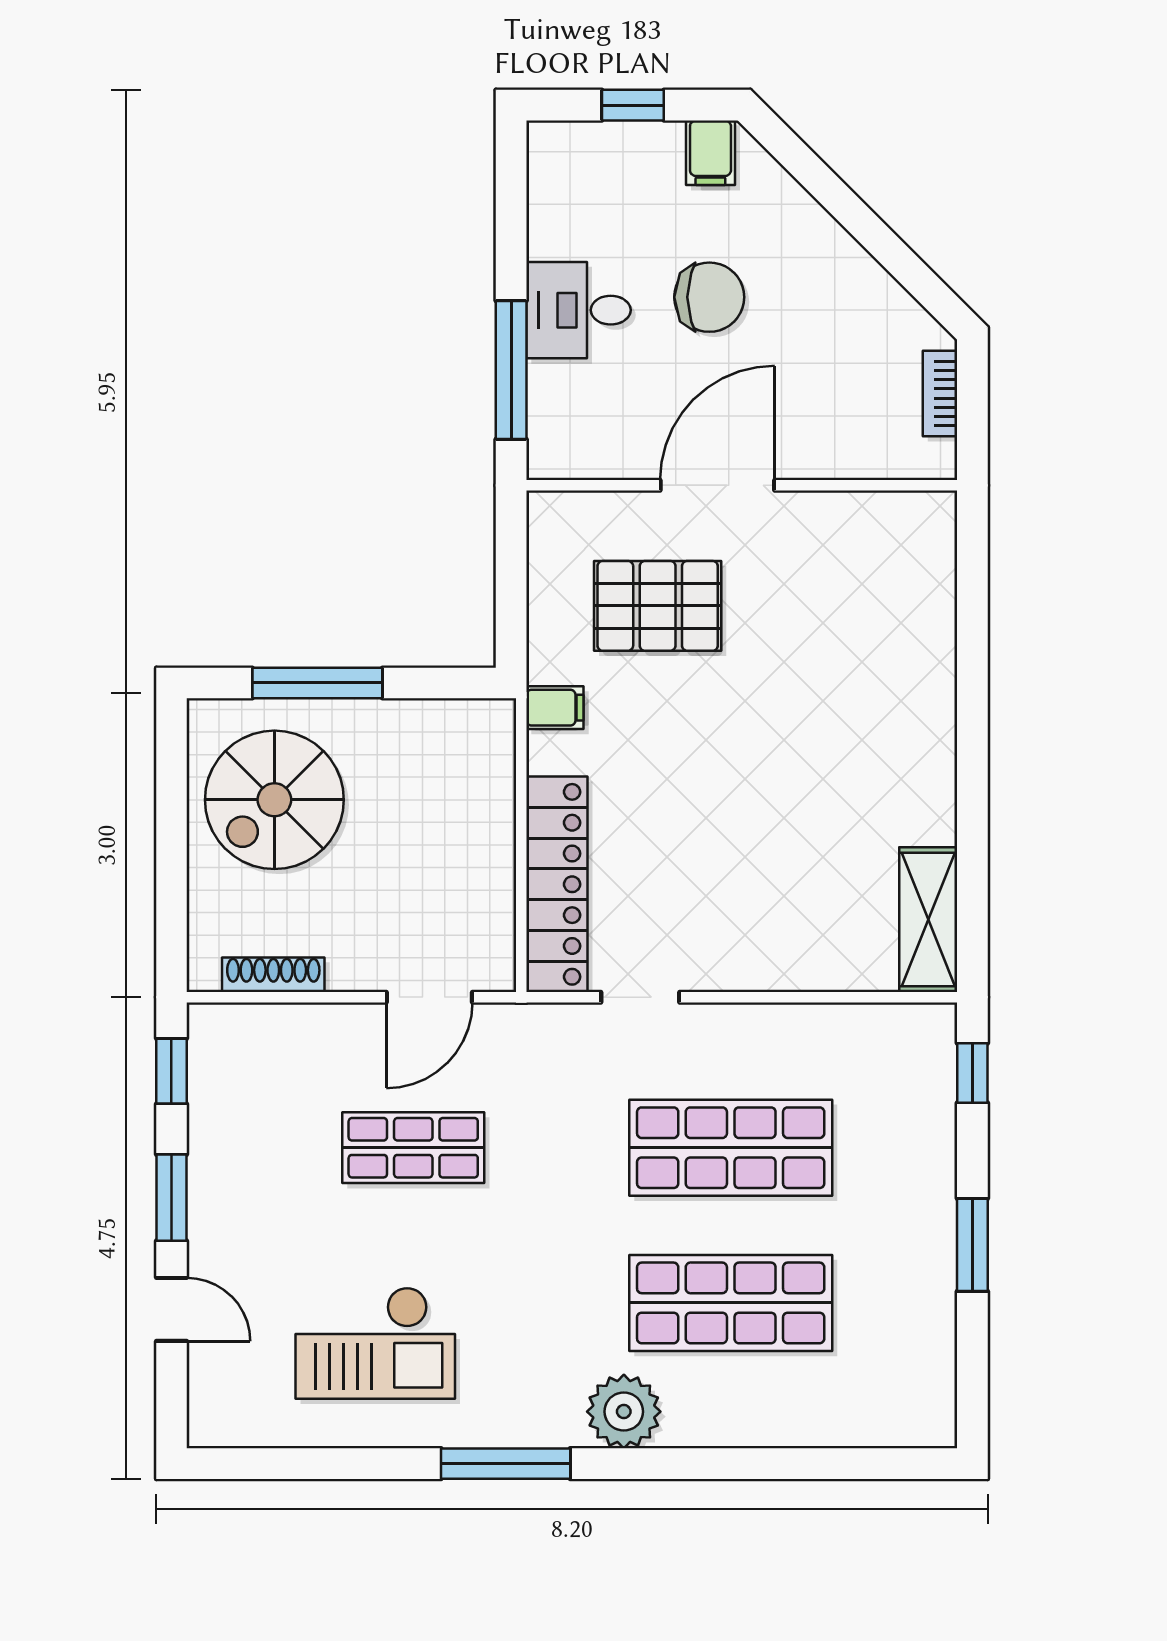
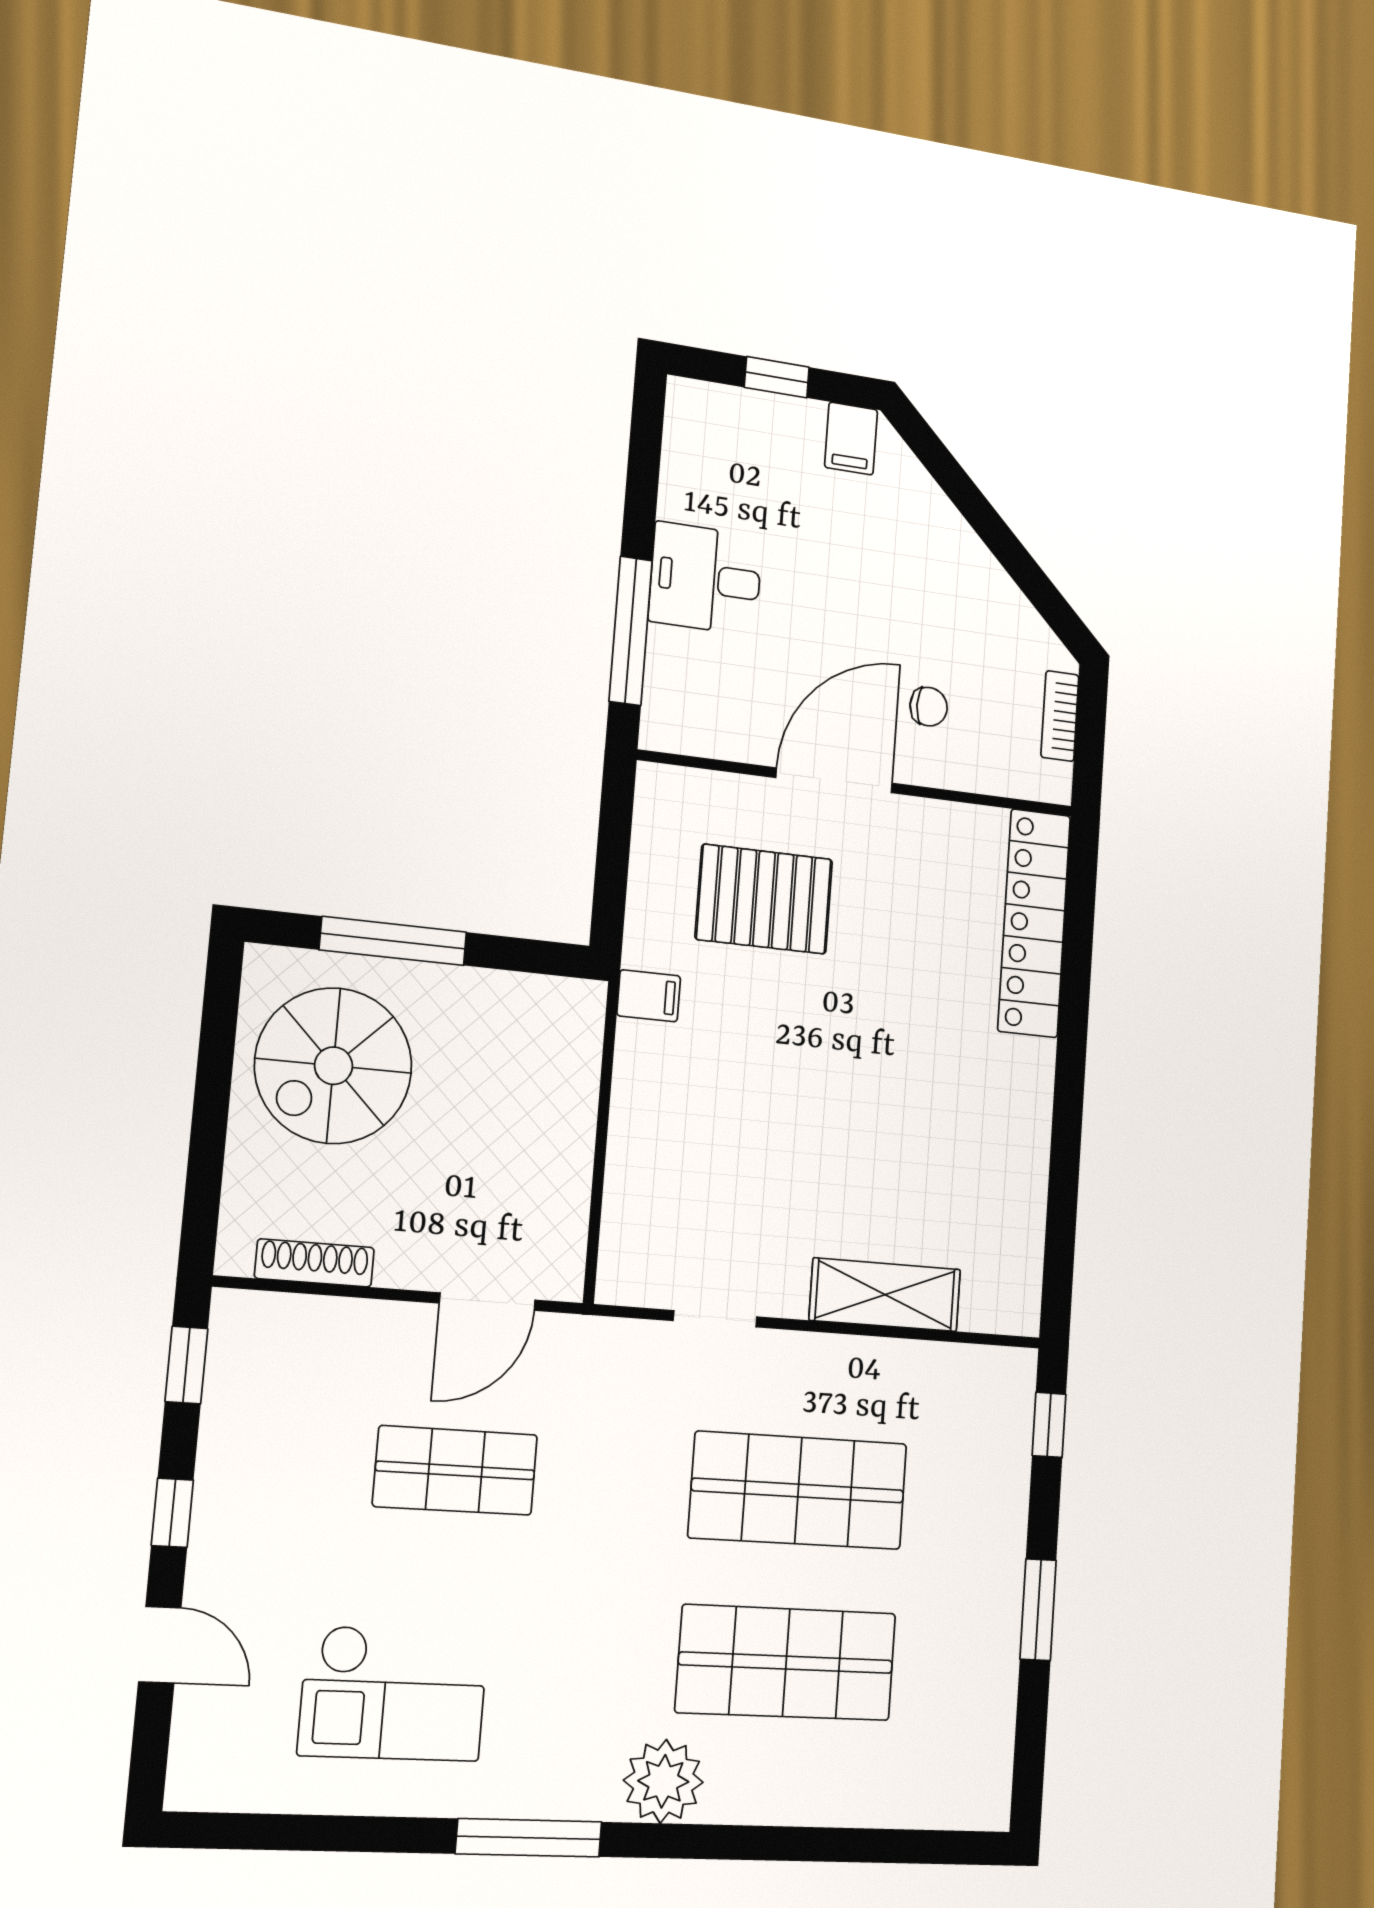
chair: (709, 297) -> (929, 707), moved, width x0.54, depth x0.54
locker: (557, 884) -> (1034, 923), moved, turned 180
shelving: (928, 919) -> (885, 1295), moved, turned 90
window: (171, 1198) -> (172, 1513), width x0.67

